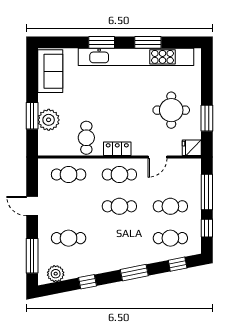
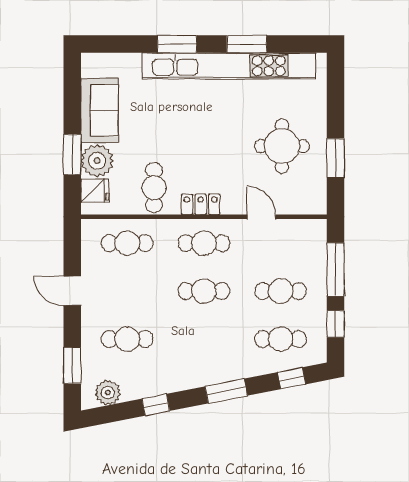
sofa: (50, 71) -> (100, 110), moved
fridge: (192, 148) -> (95, 191), moved, turned 180
door: (157, 157) -> (261, 217), swing flipped
window: (32, 256) -> (72, 366), width x0.69

